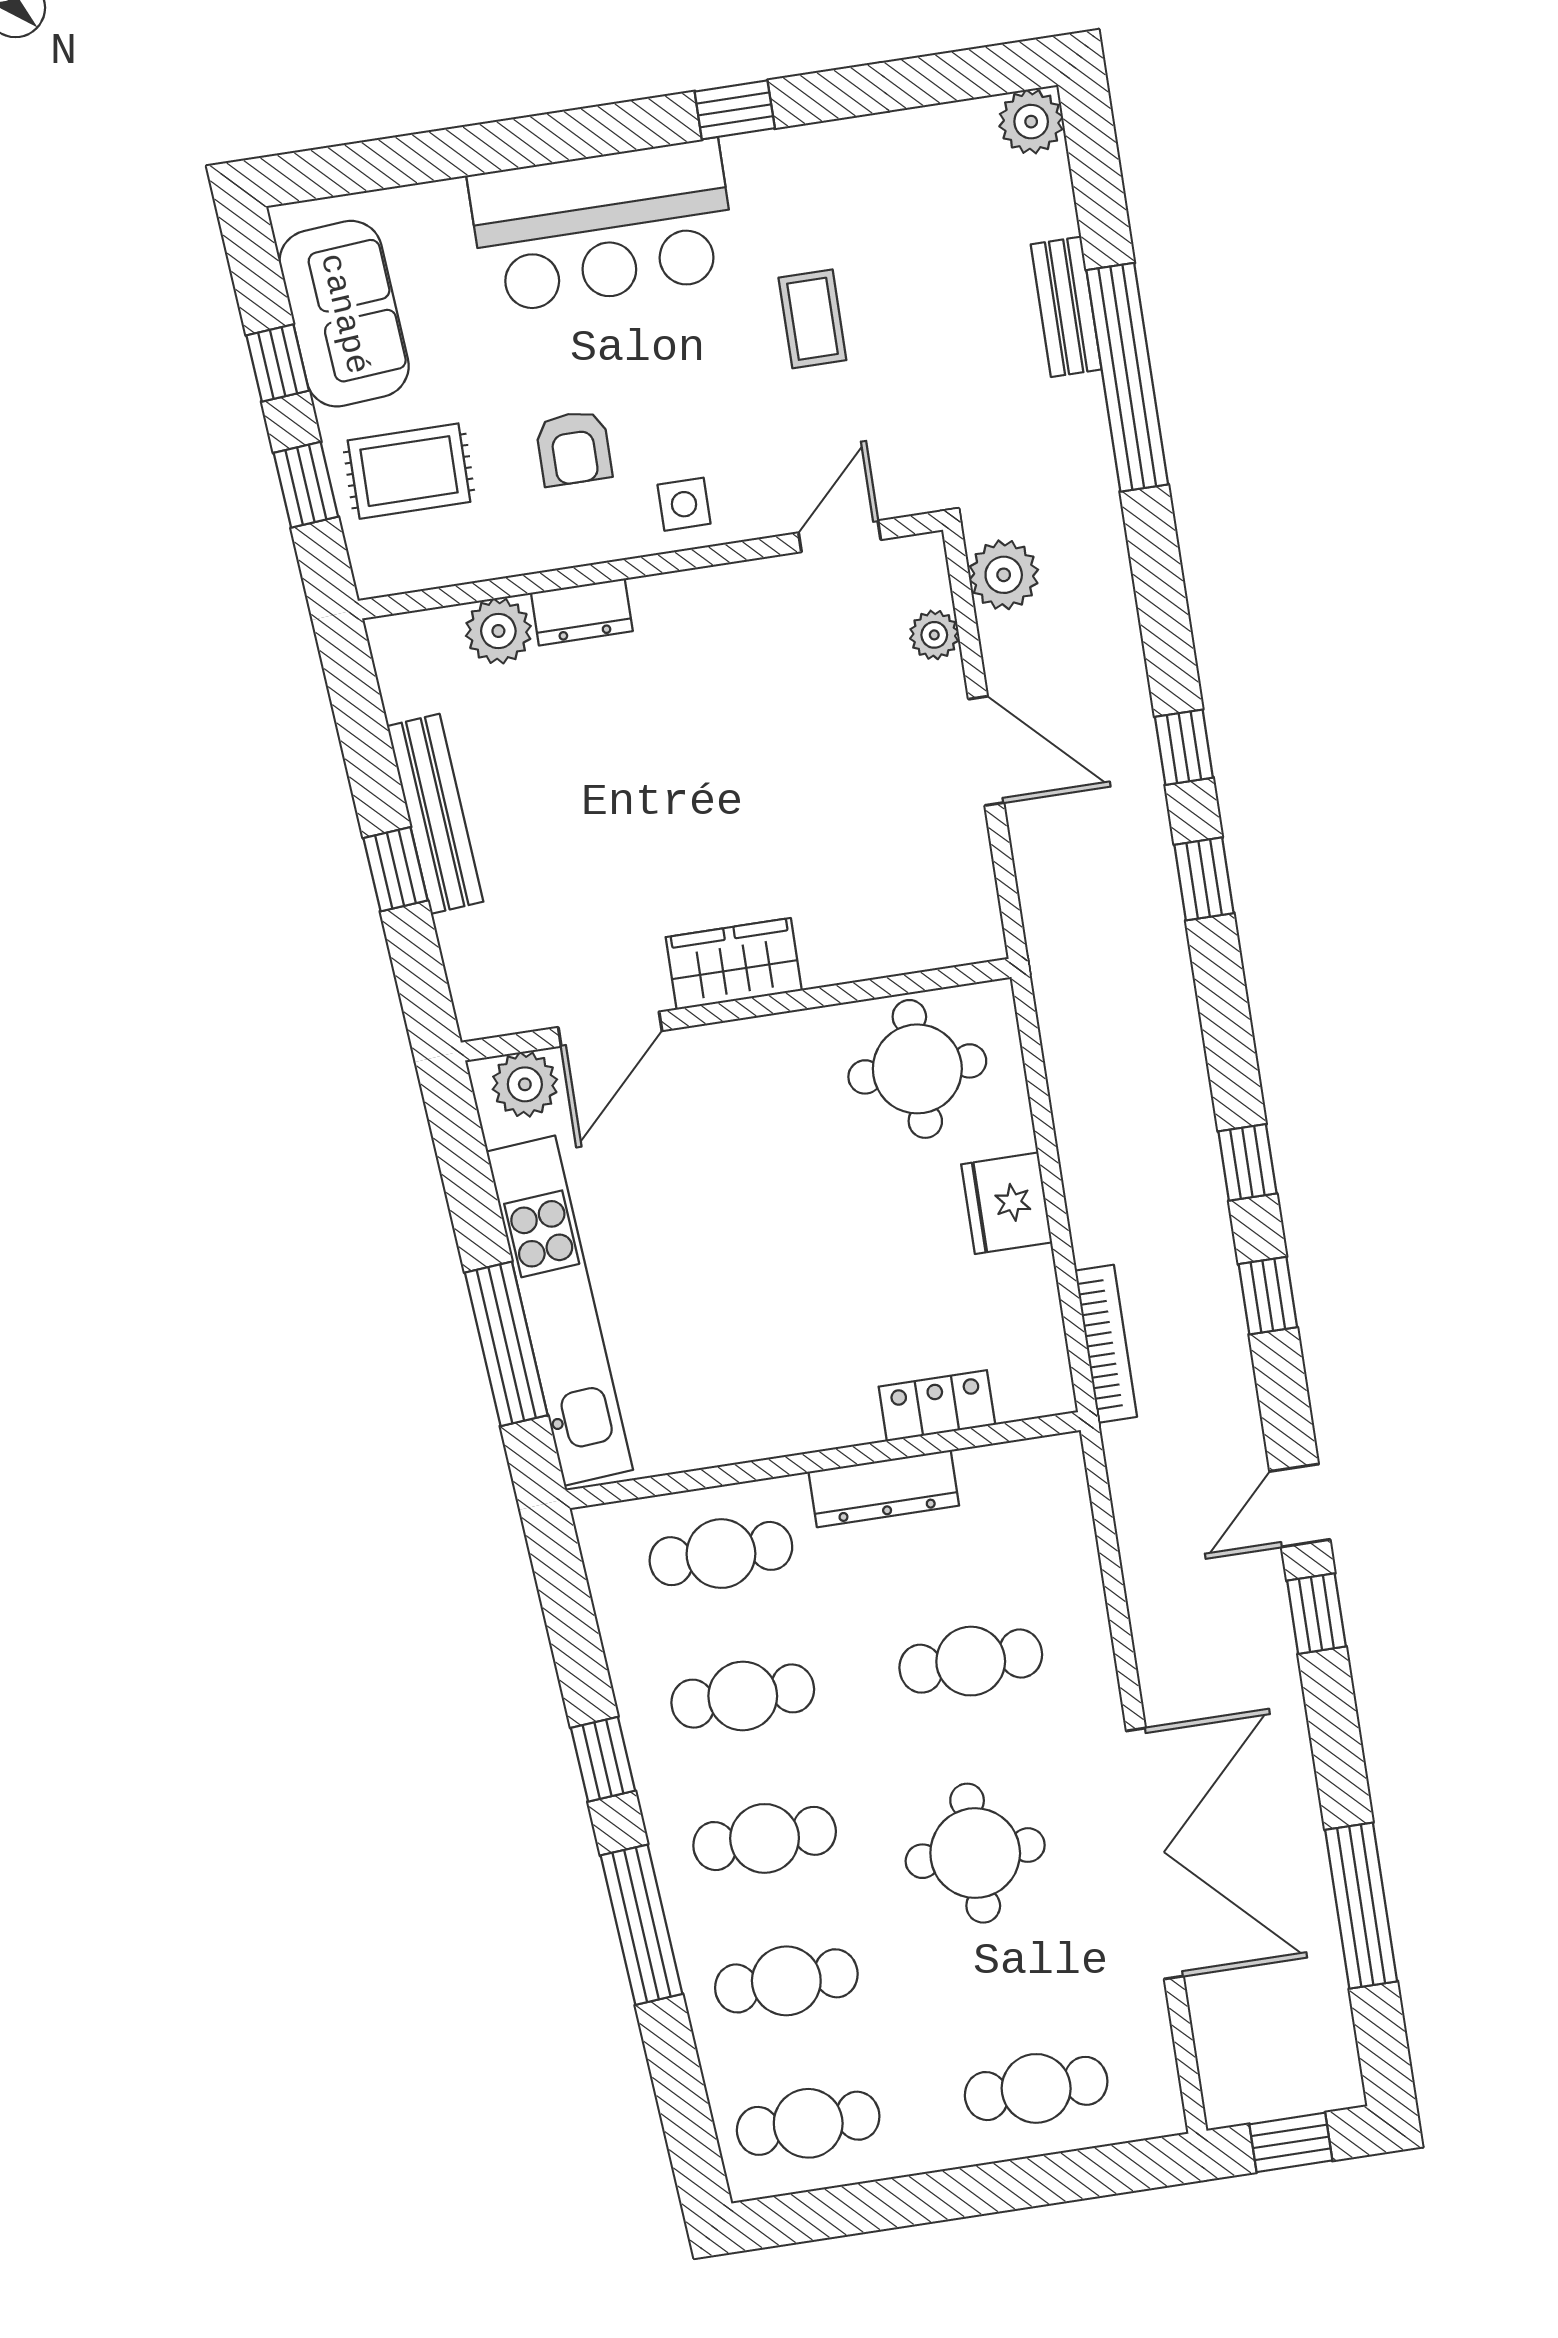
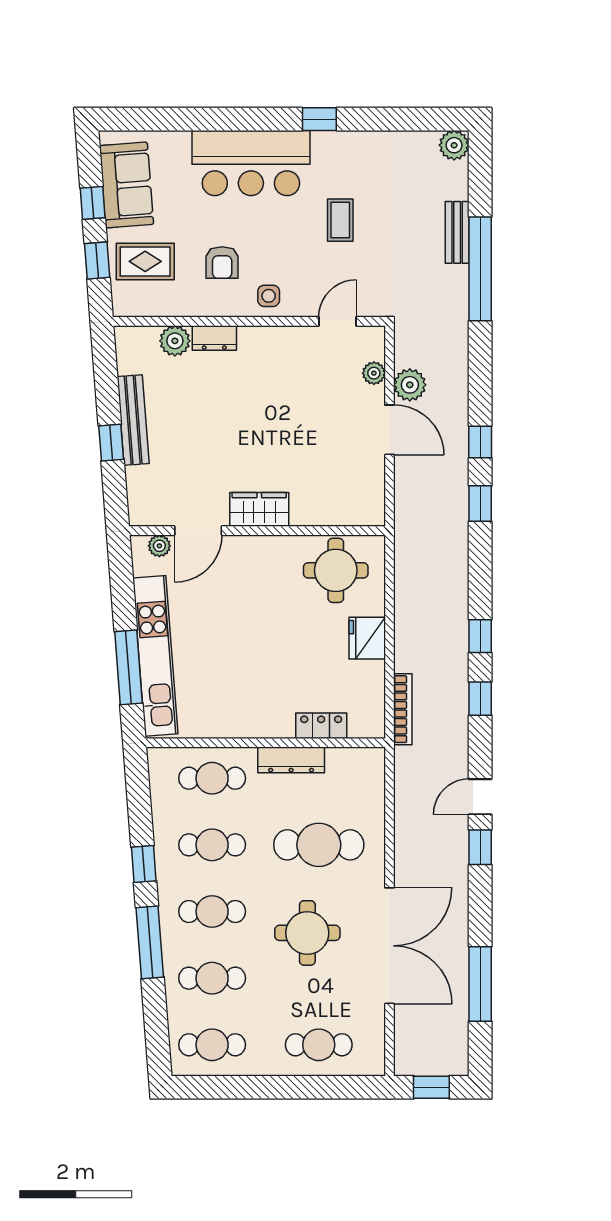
plant: (1004, 575) -> (410, 385), moved
plant: (525, 1084) -> (159, 546), width x0.73, depth x0.73
cafe table: (971, 1661) -> (319, 845), width x1.37, depth x1.35

